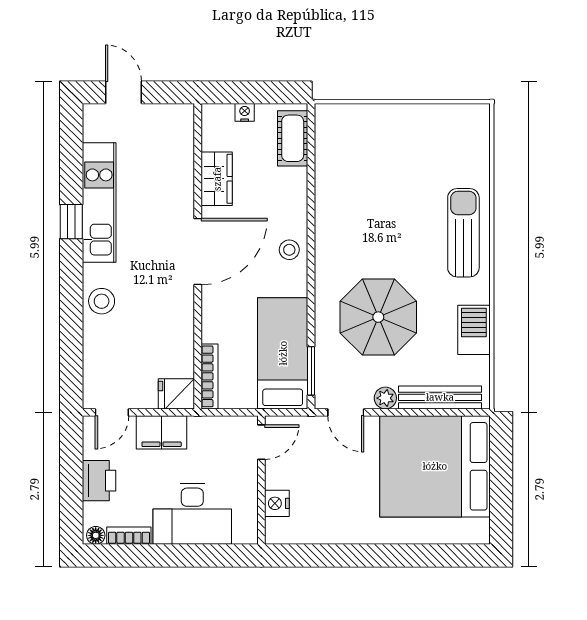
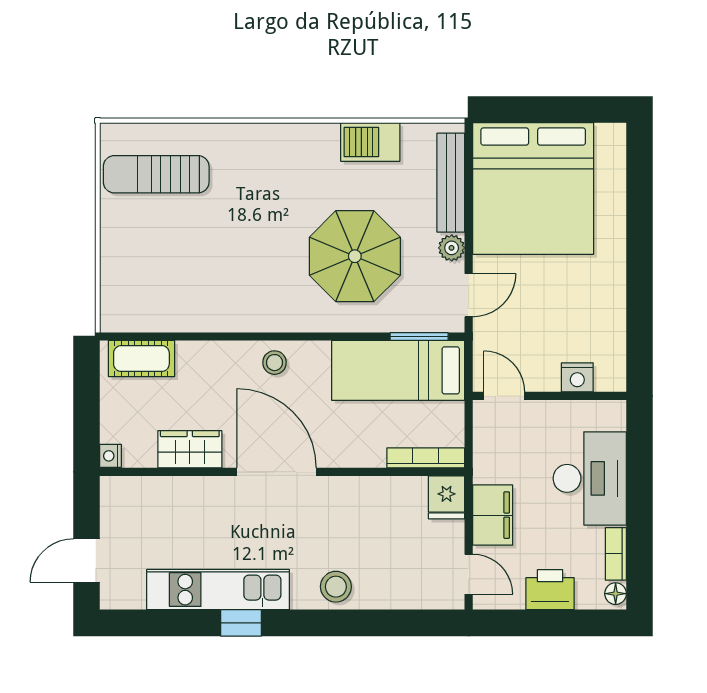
nightstand: (245, 112) -> (111, 456), moved
sun lounger: (463, 233) -> (156, 174), moved

